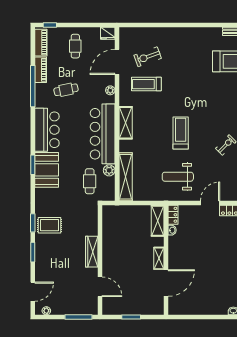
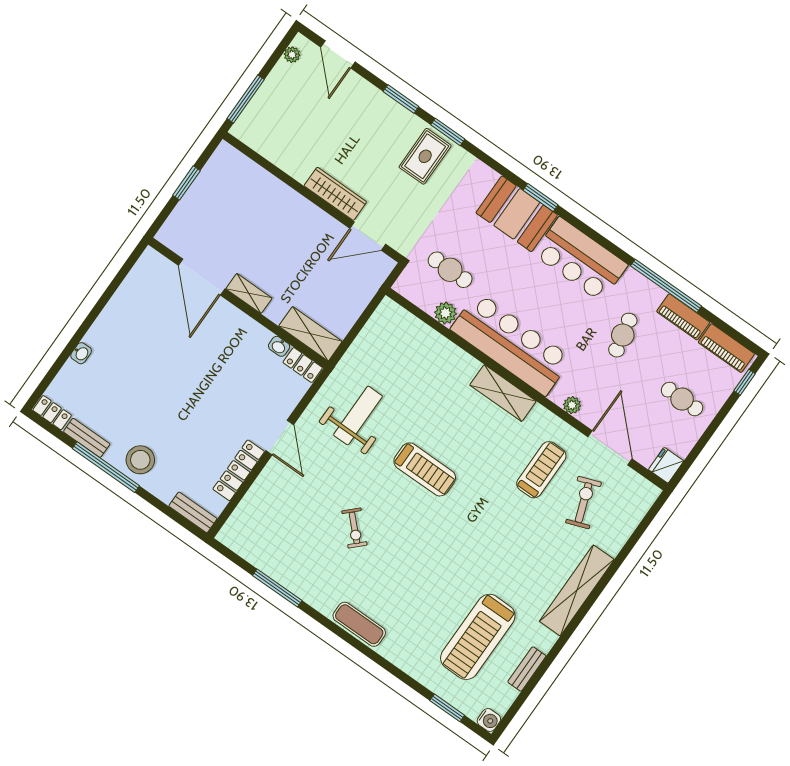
shelving: (126, 177) -> (577, 590), moved, turned 90
door: (100, 287) -> (368, 236), moved

